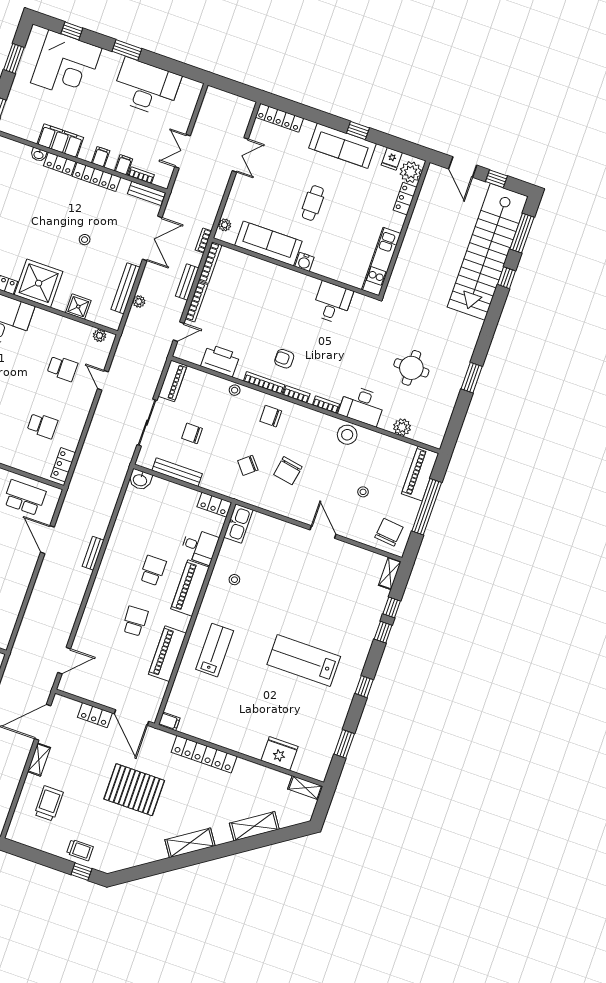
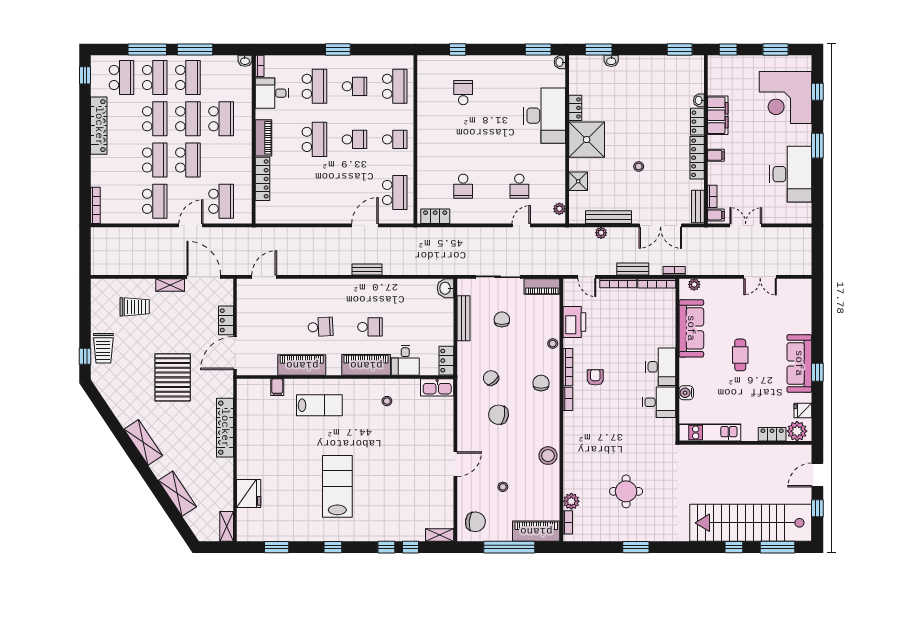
locker: (279, 118) -> (805, 300), removed
filing cabinet: (124, 165) -> (716, 215), moved
cafe table: (313, 203) -> (740, 355), turned 90
water cooler: (304, 262) -> (686, 393), moved
bookcase: (326, 405) -> (568, 522), moved
desk: (362, 406) -> (661, 367), moved, turned 180
door: (64, 661) -> (264, 277), swing flipped
filing cabinet: (169, 721) -> (277, 387), moved
trolley: (80, 850) -> (103, 348), width x1.36, depth x1.39

